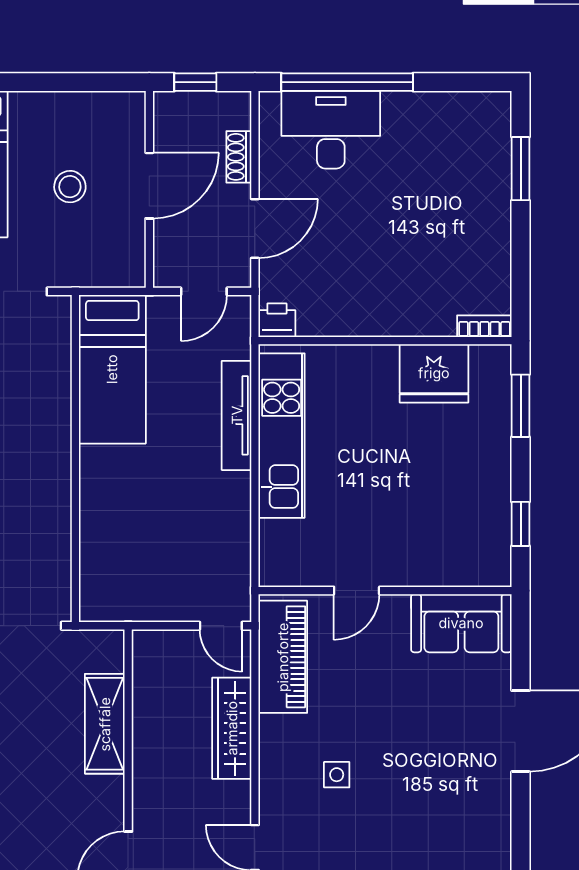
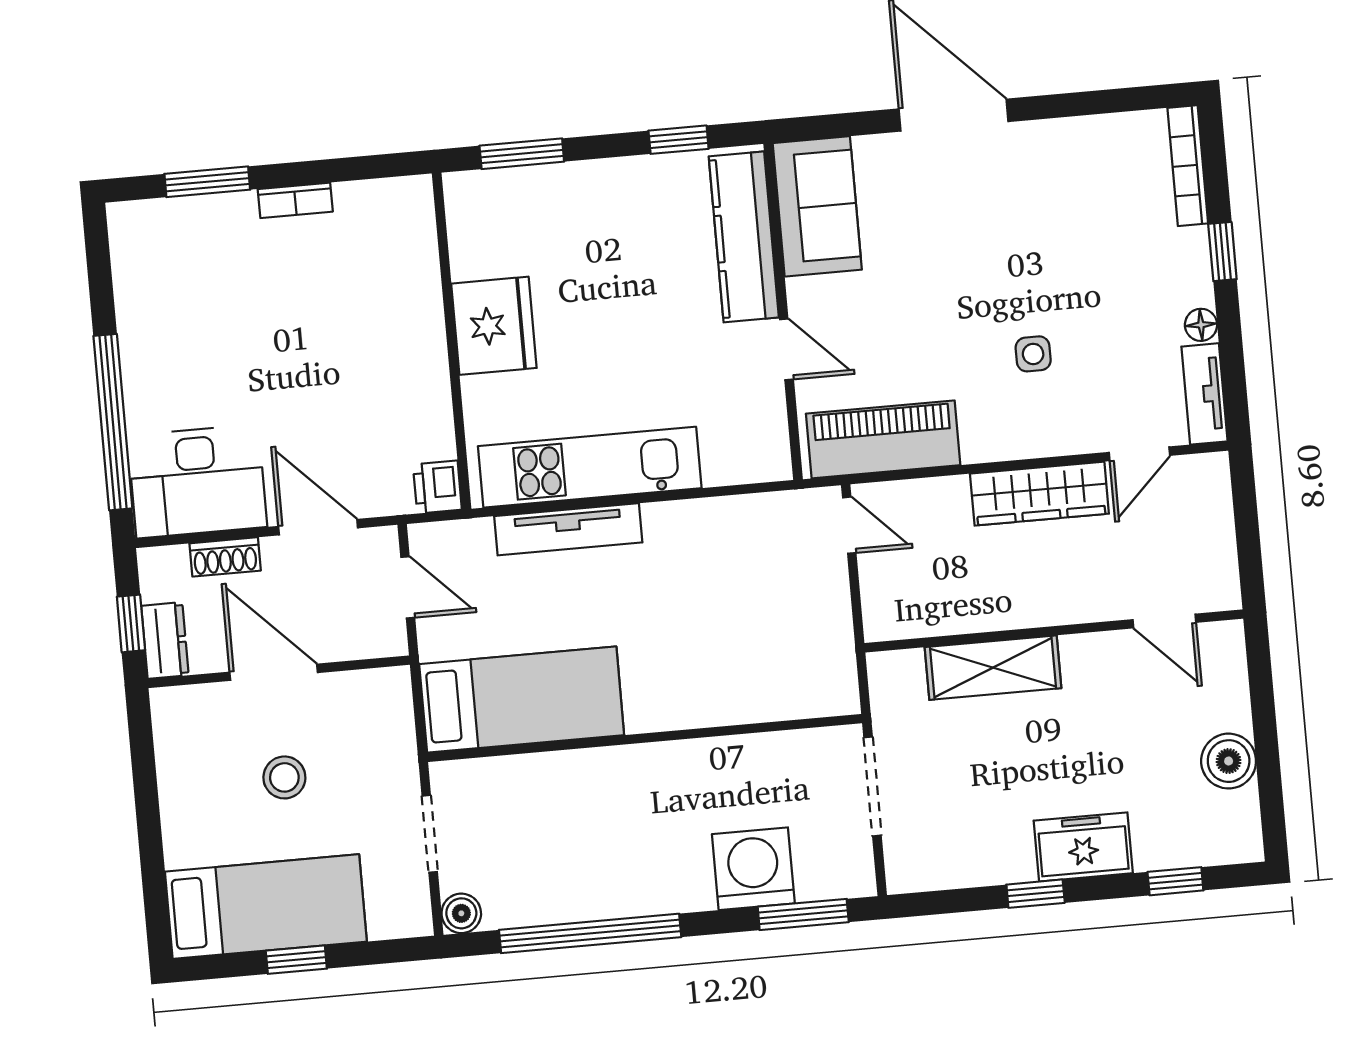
dresser: (180, 106) -> (165, 640), added
desk: (331, 130) -> (197, 481), moved, turned -90
bookcase: (484, 326) -> (295, 200), moved, turned -90
fridge: (434, 373) -> (494, 326), moved
kitchen counter: (443, 566) -> (744, 237), added
door: (221, 626) -> (849, 525), hinge flipped
wardrobe: (232, 728) -> (1039, 494), moved

